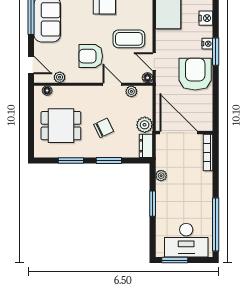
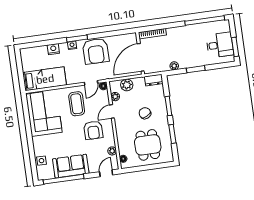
armchair: (195, 74) -> (96, 51), turned -90
plant: (145, 125) -> (127, 85), moved
desk: (186, 240) -> (220, 45), width x0.73

